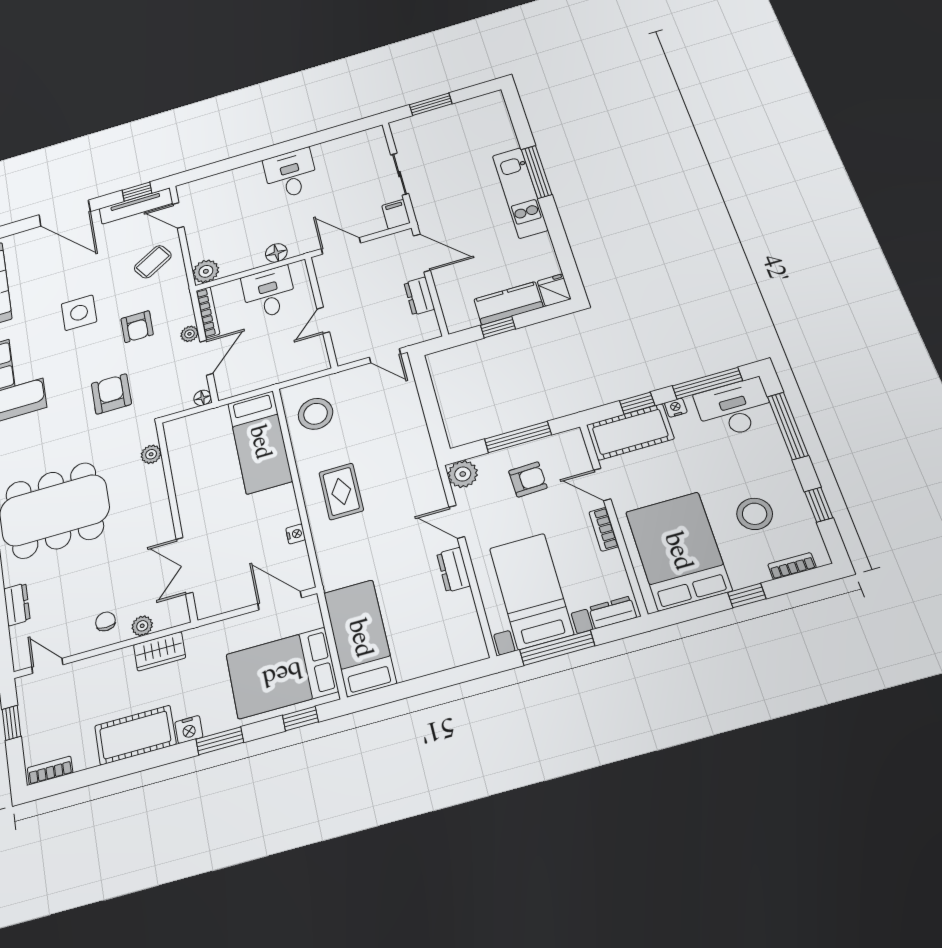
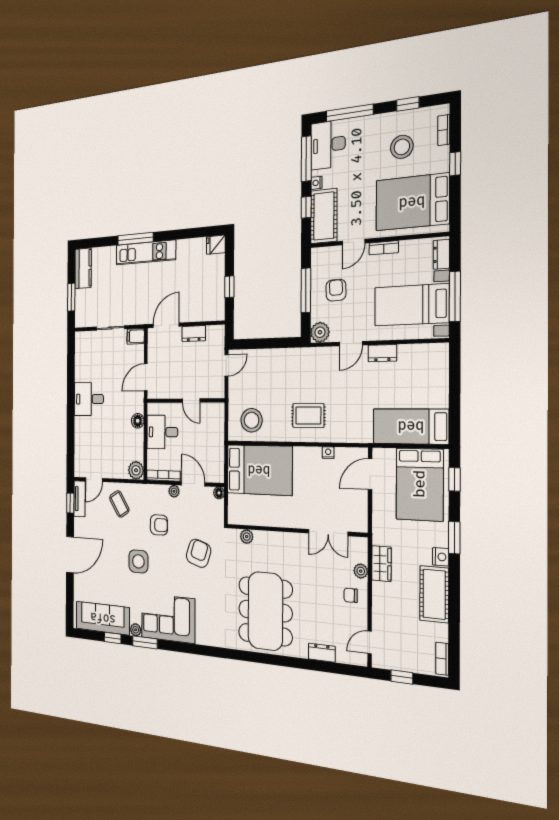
tv unit: (136, 206) -> (79, 499), width x0.71
kitchen counter: (509, 303) -> (83, 268), moved, turned 180
armchair: (111, 394) -> (199, 553), turned 108
bed: (260, 442) -> (259, 470), width x1.50

